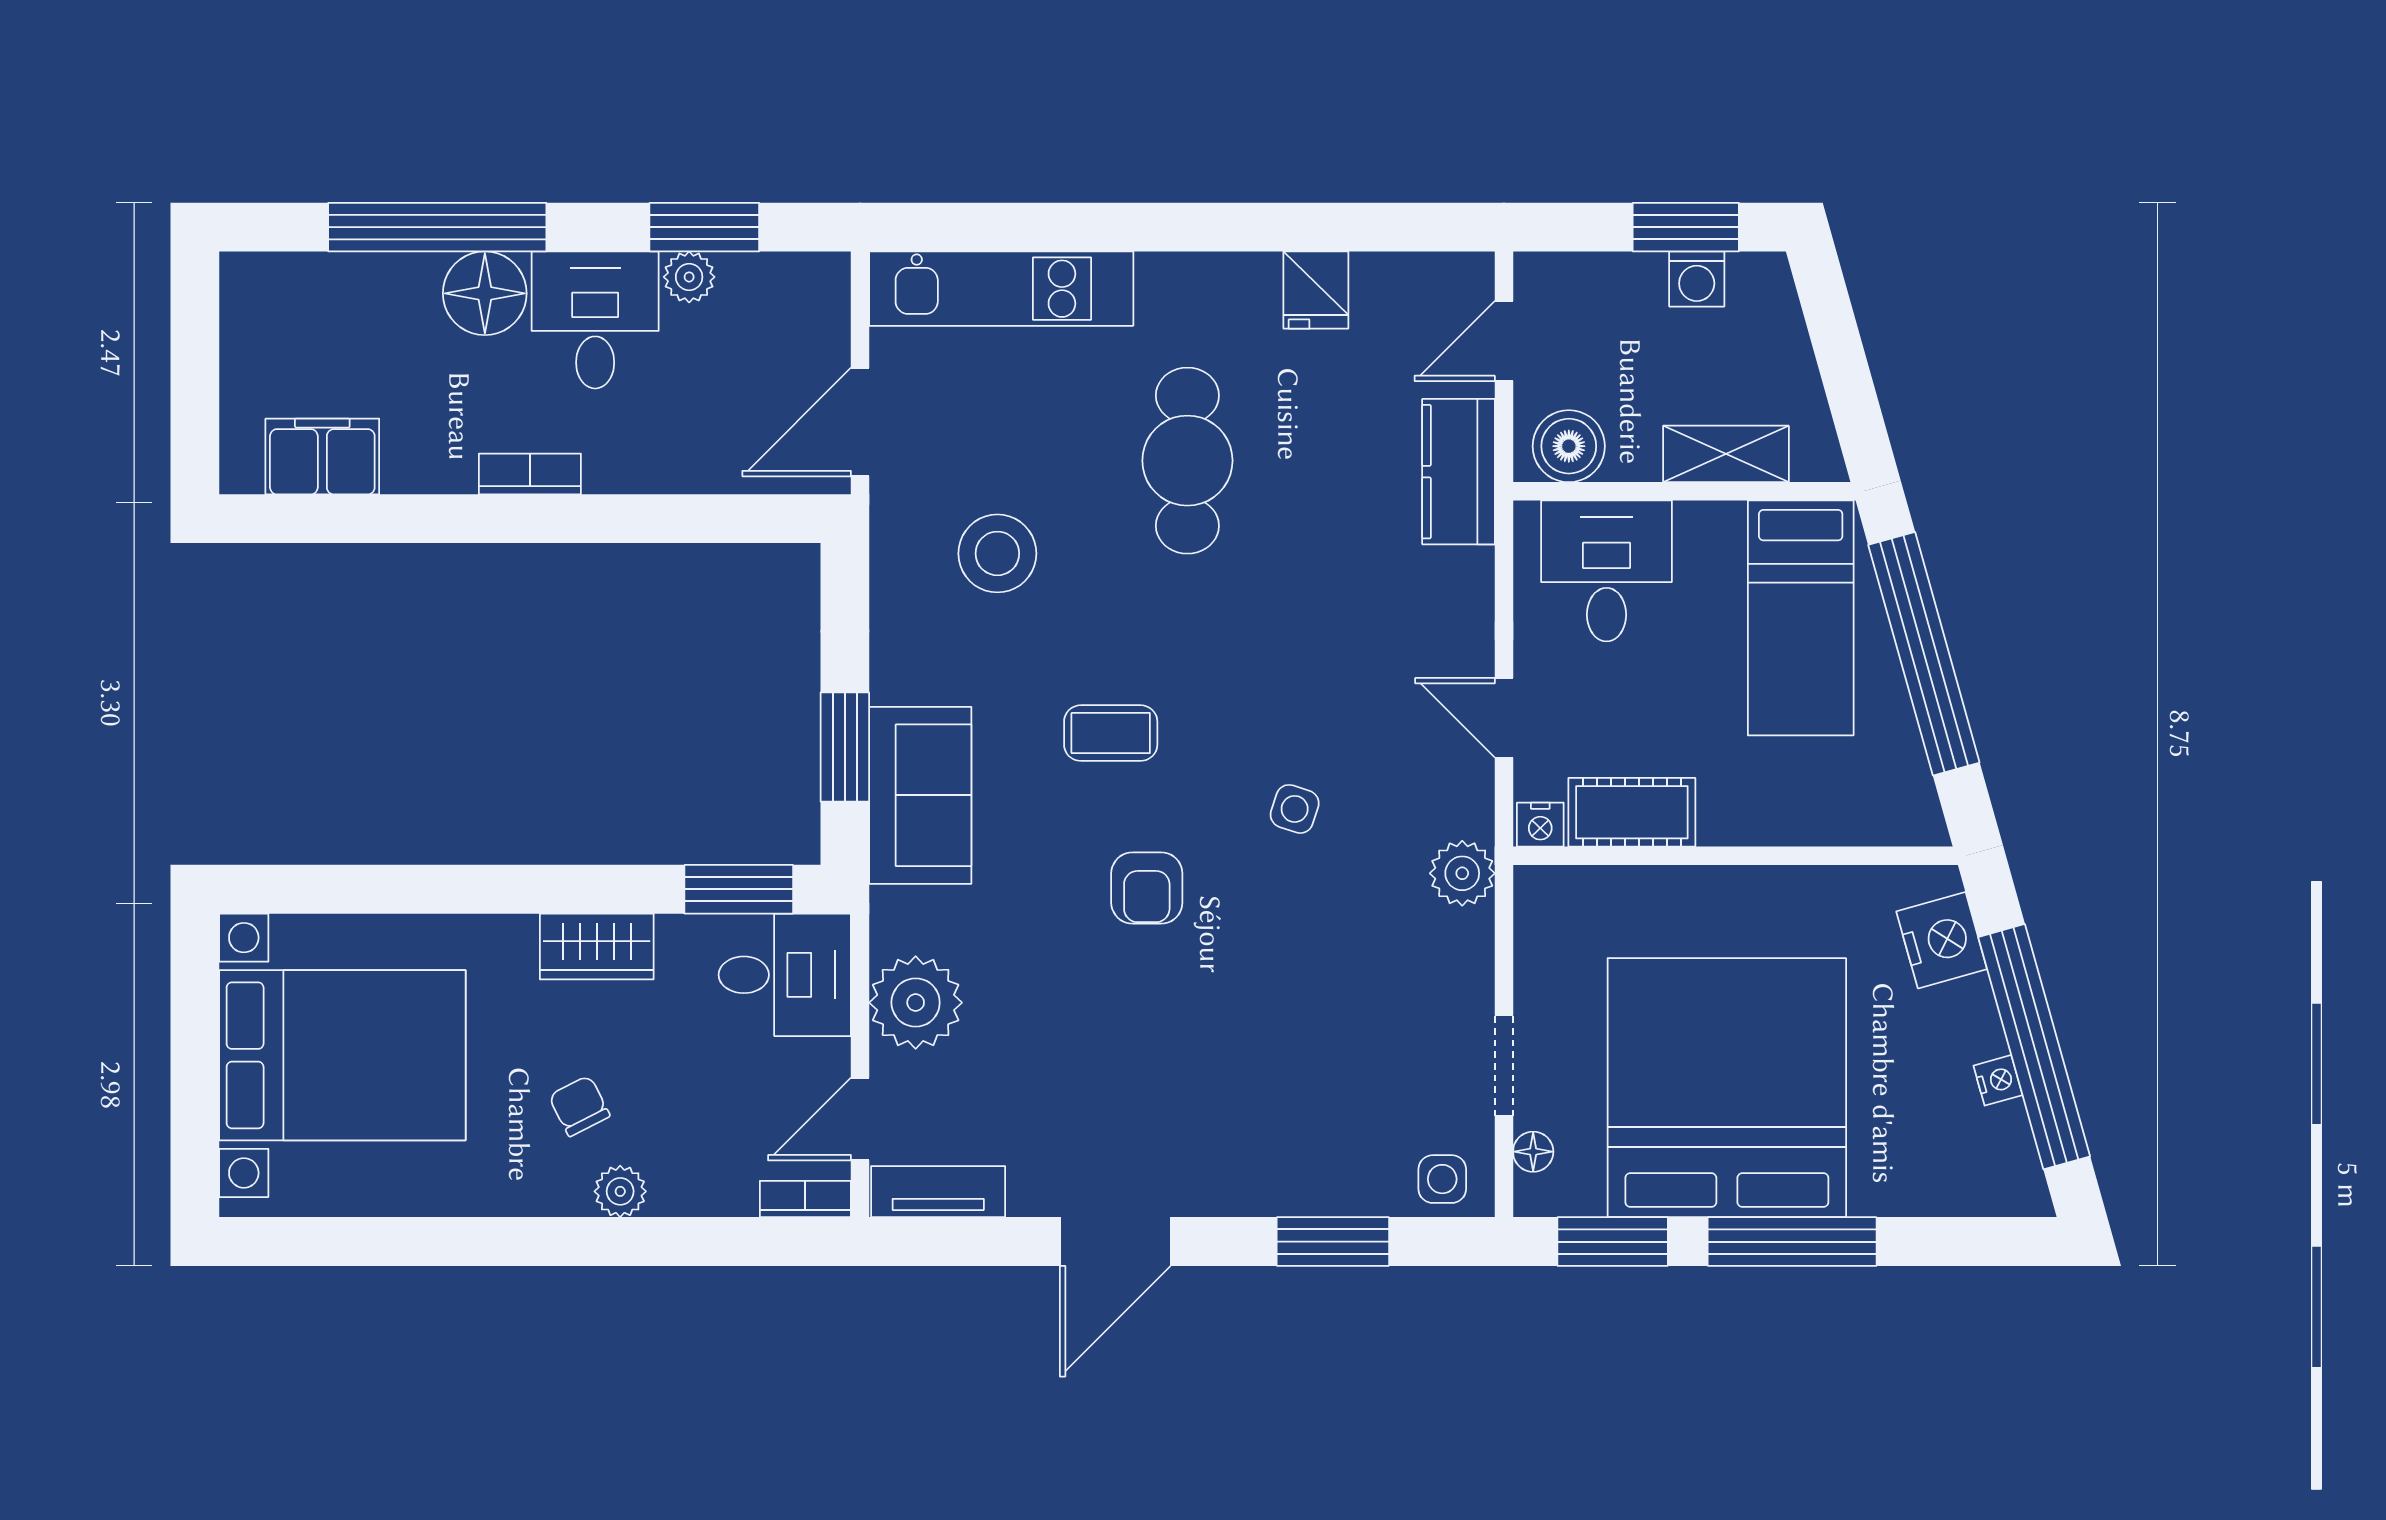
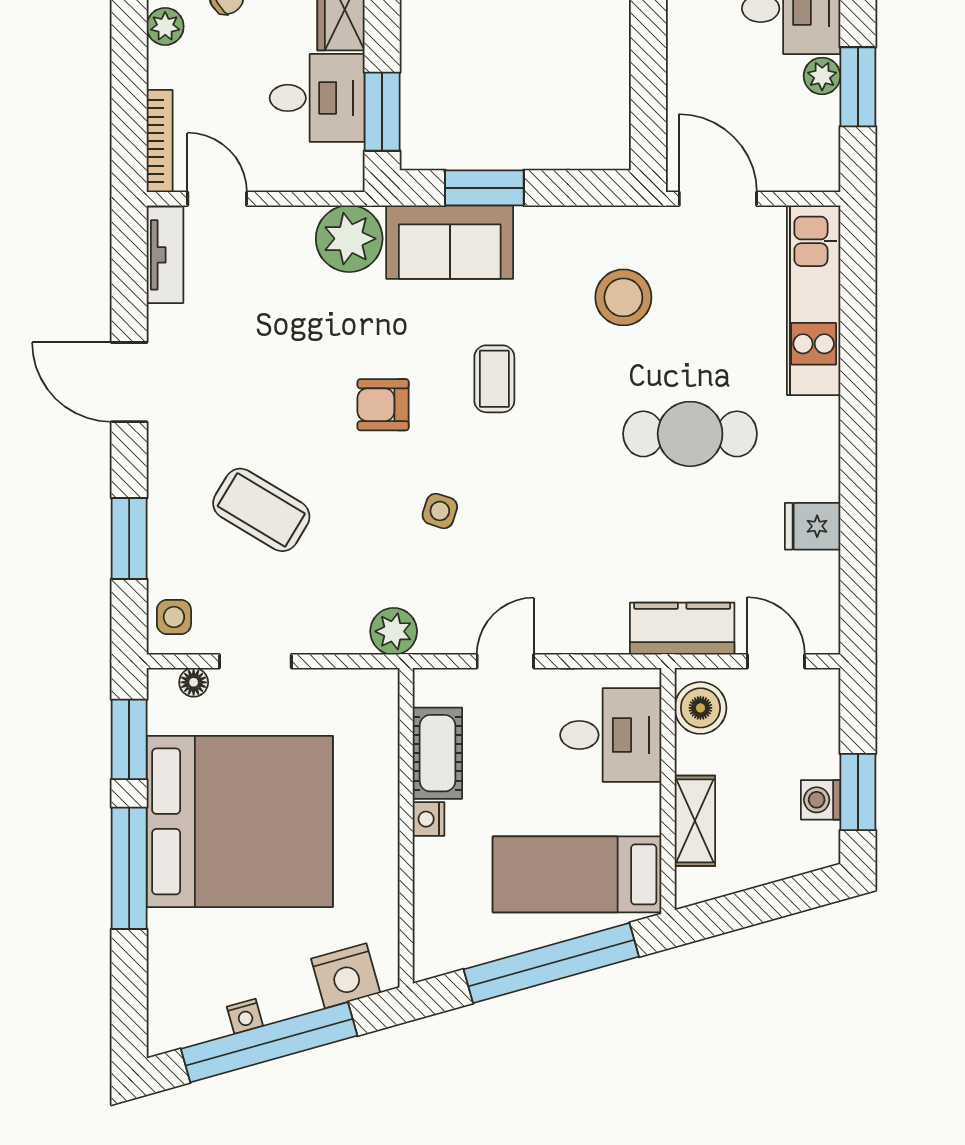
nightstand: (1540, 825) -> (429, 819), moved
desk: (785, 975) -> (317, 98), moved, turned -90
plant: (916, 1003) -> (349, 239), moved
coffee table: (1293, 1057) -> (261, 510), added
bookcase: (805, 1199) -> (160, 141), width x1.56

